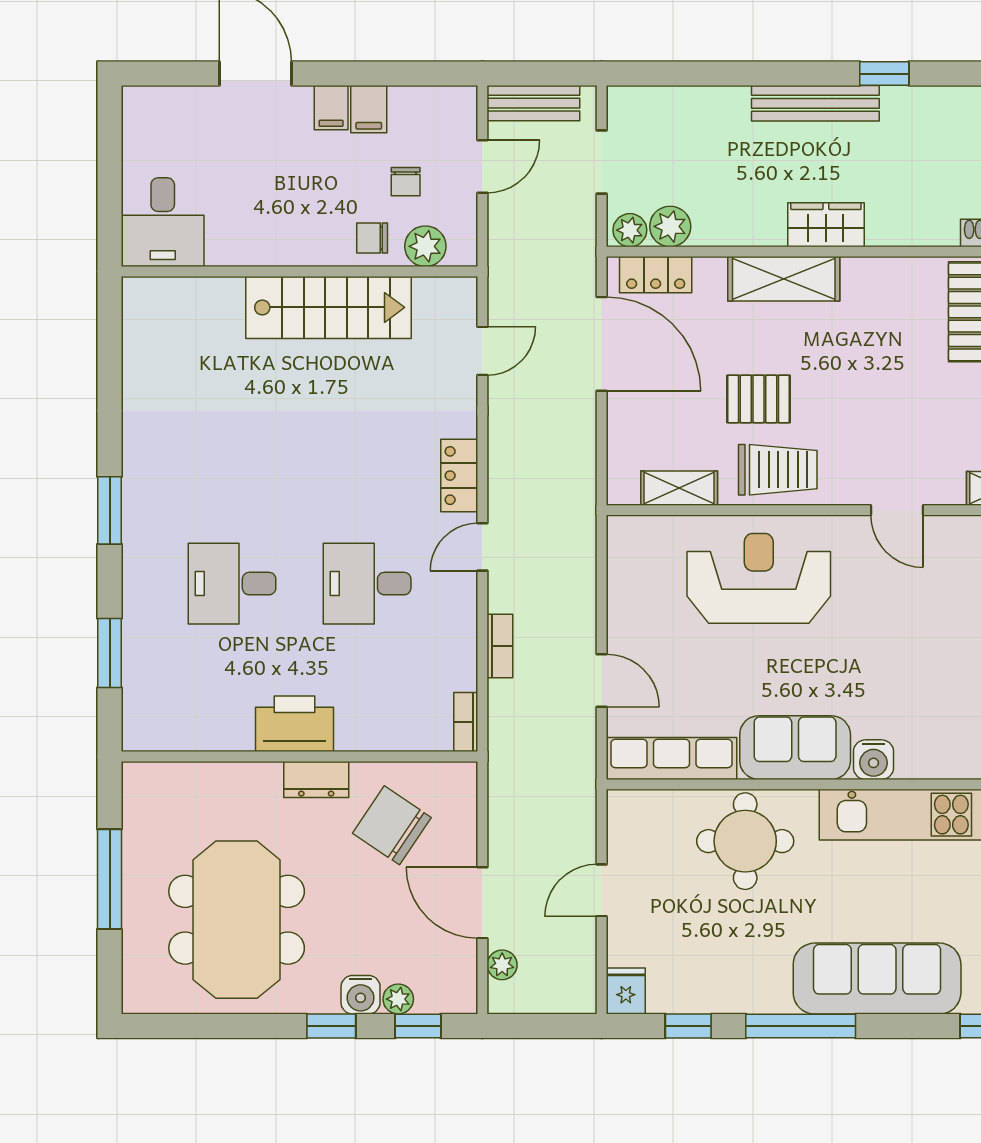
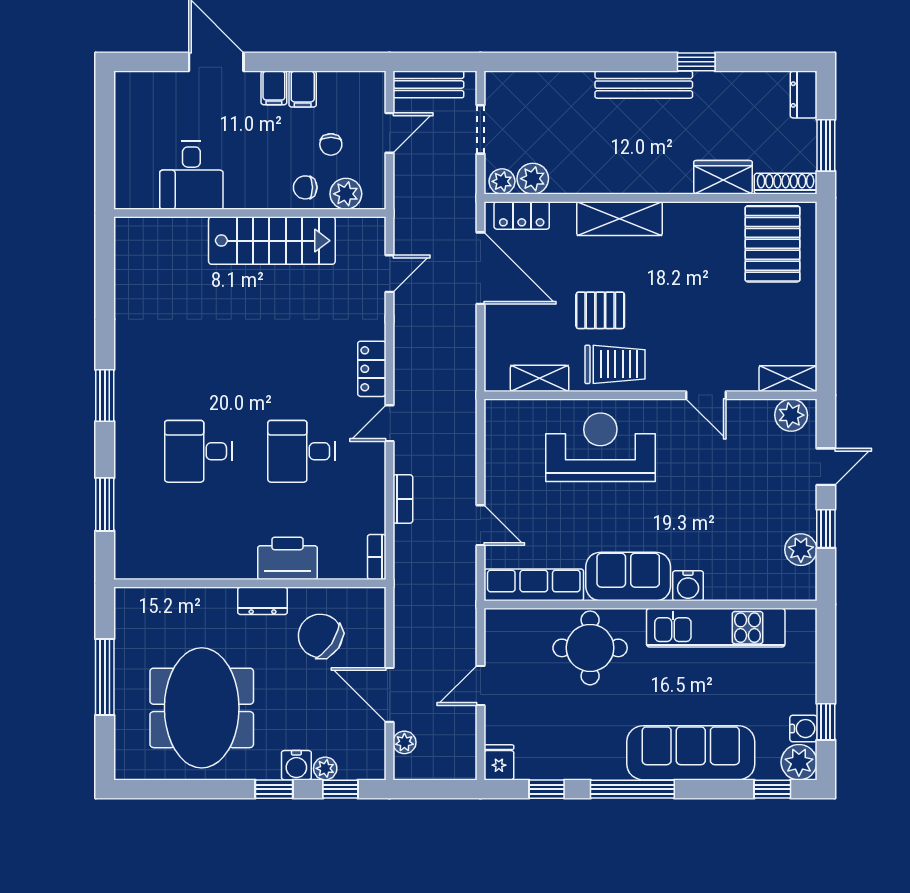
desk: (163, 222) -> (191, 175), moved
wardrobe: (826, 225) -> (723, 177), moved
printer: (294, 724) -> (287, 558), moved

